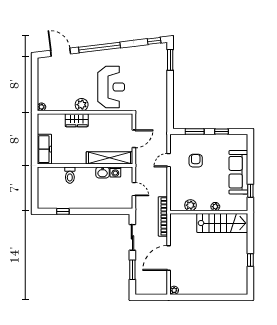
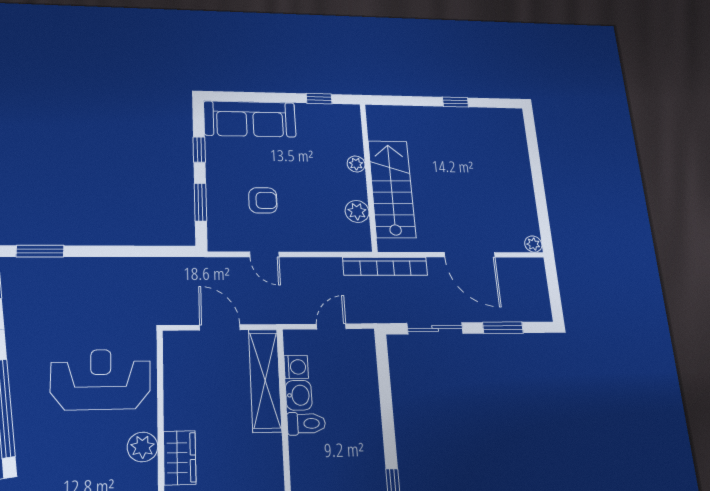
armchair: (196, 161) -> (263, 200), turned 180
sofa: (238, 172) -> (250, 119), moved
toilet: (70, 175) -> (306, 423), moved
stairs: (222, 223) -> (392, 189), moved

